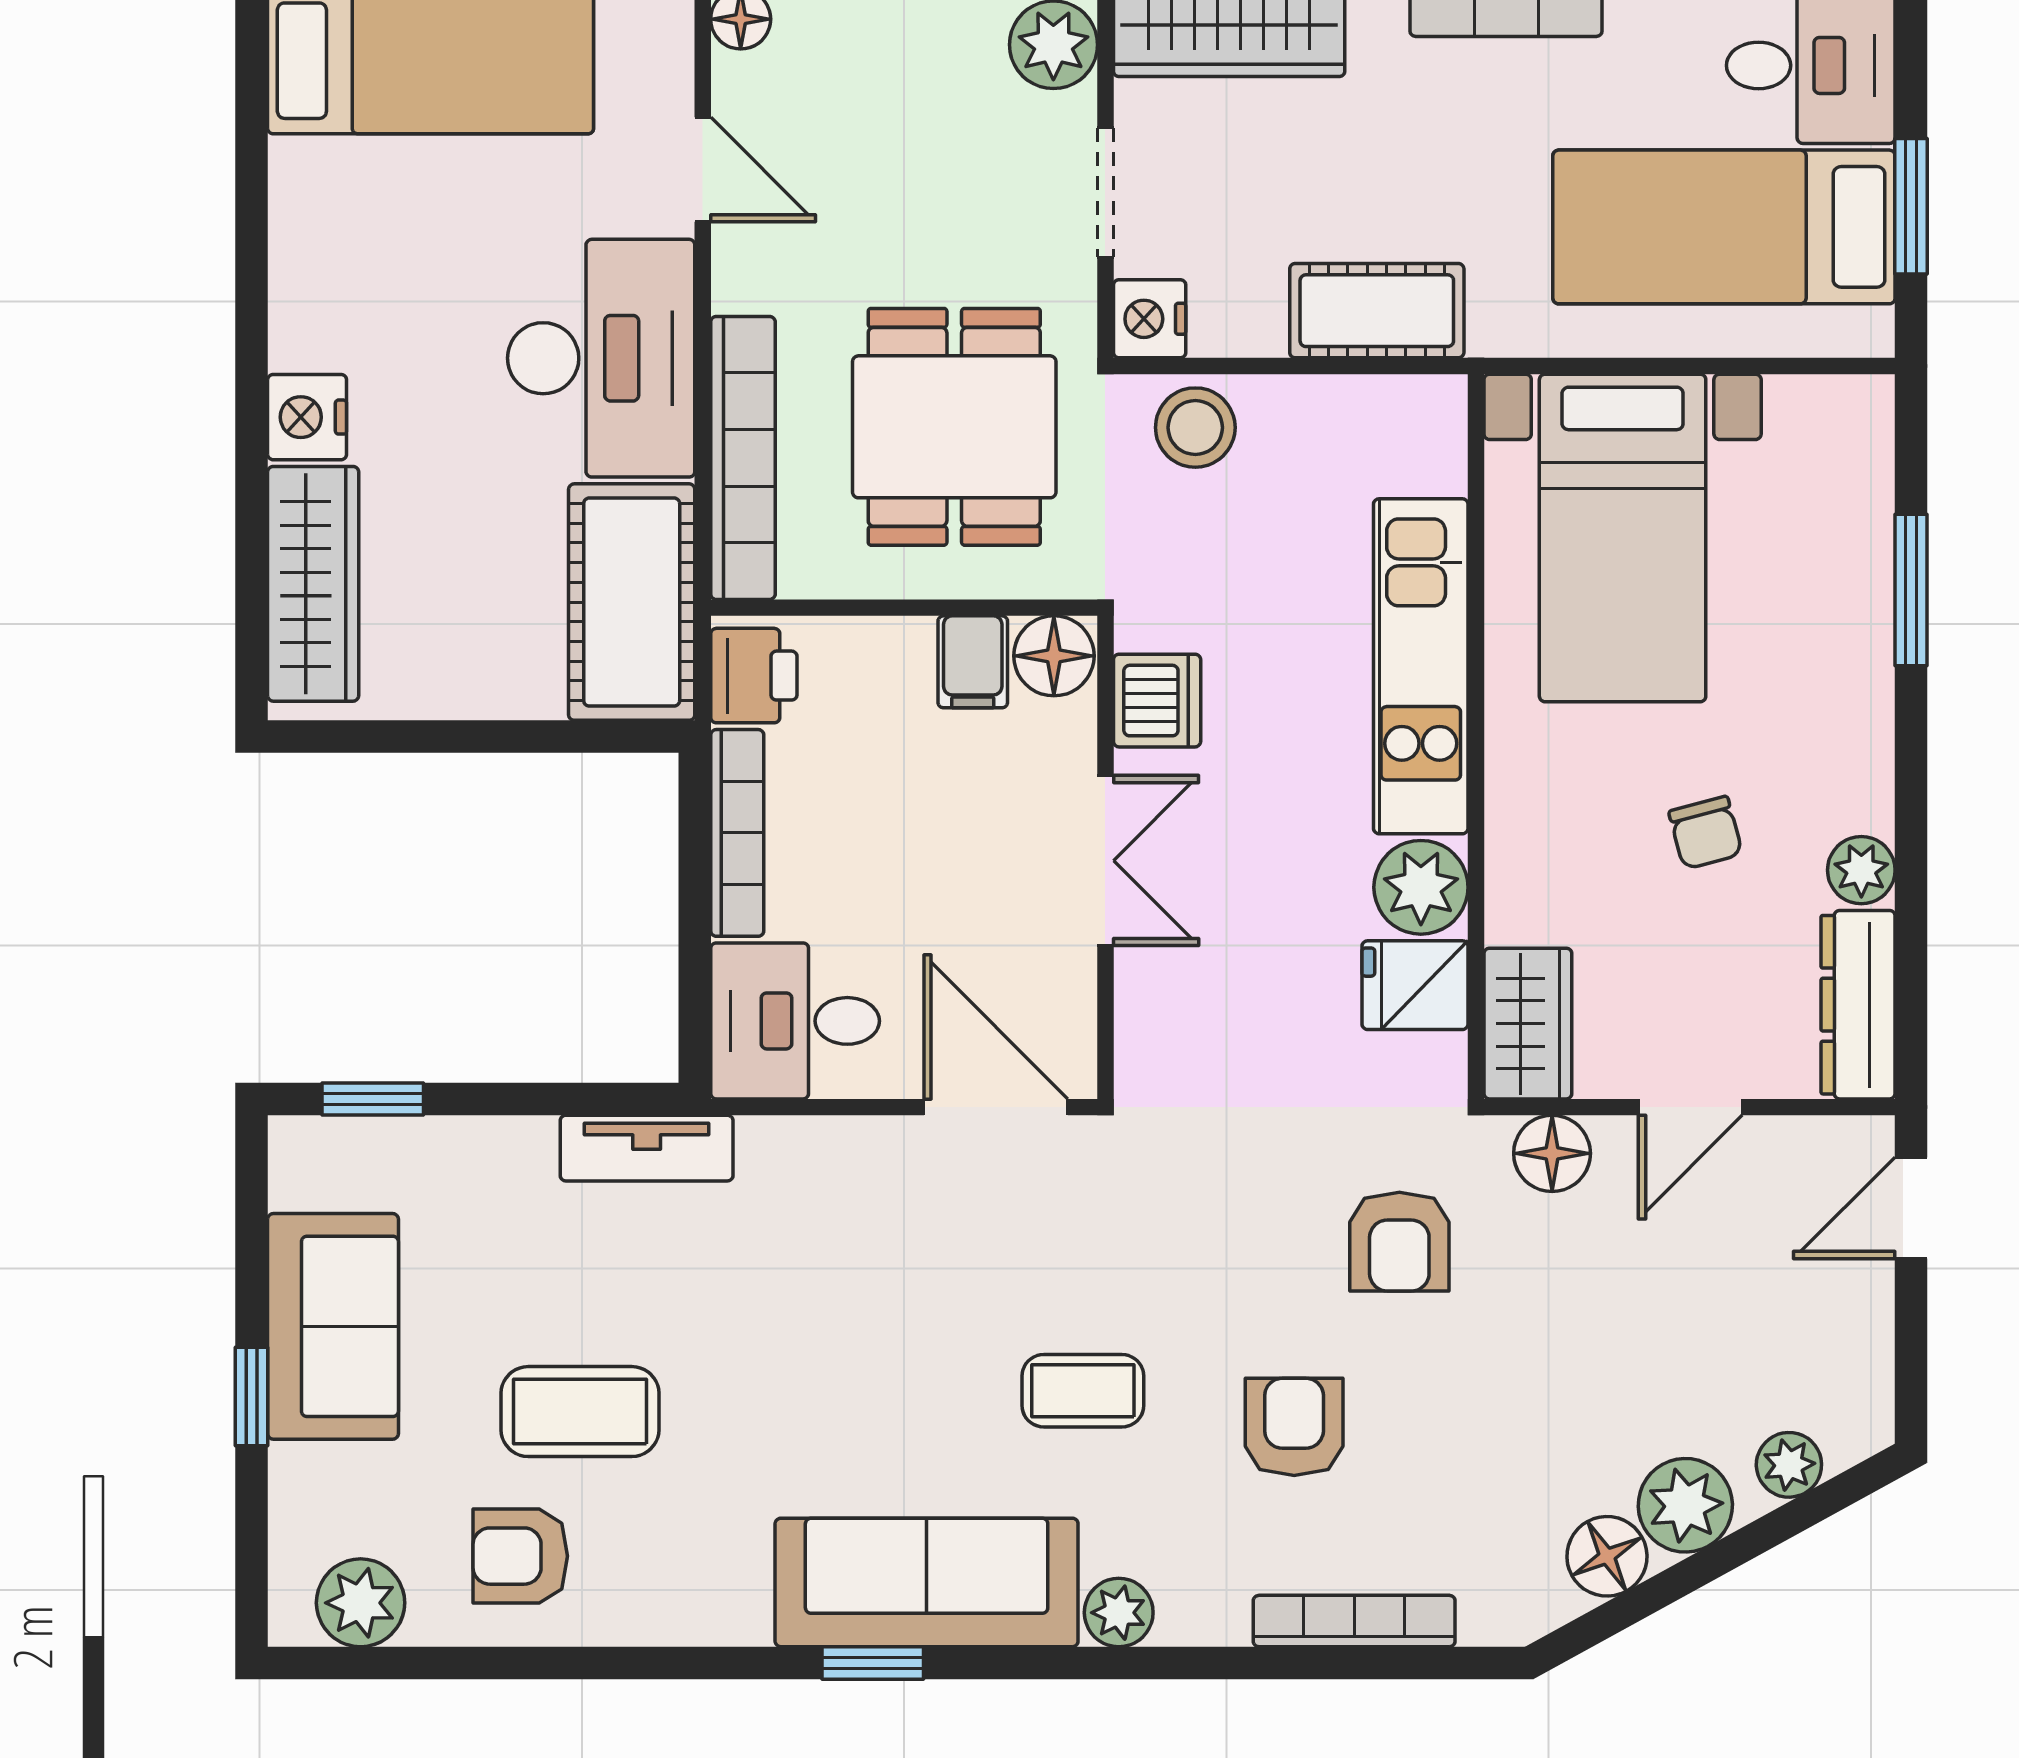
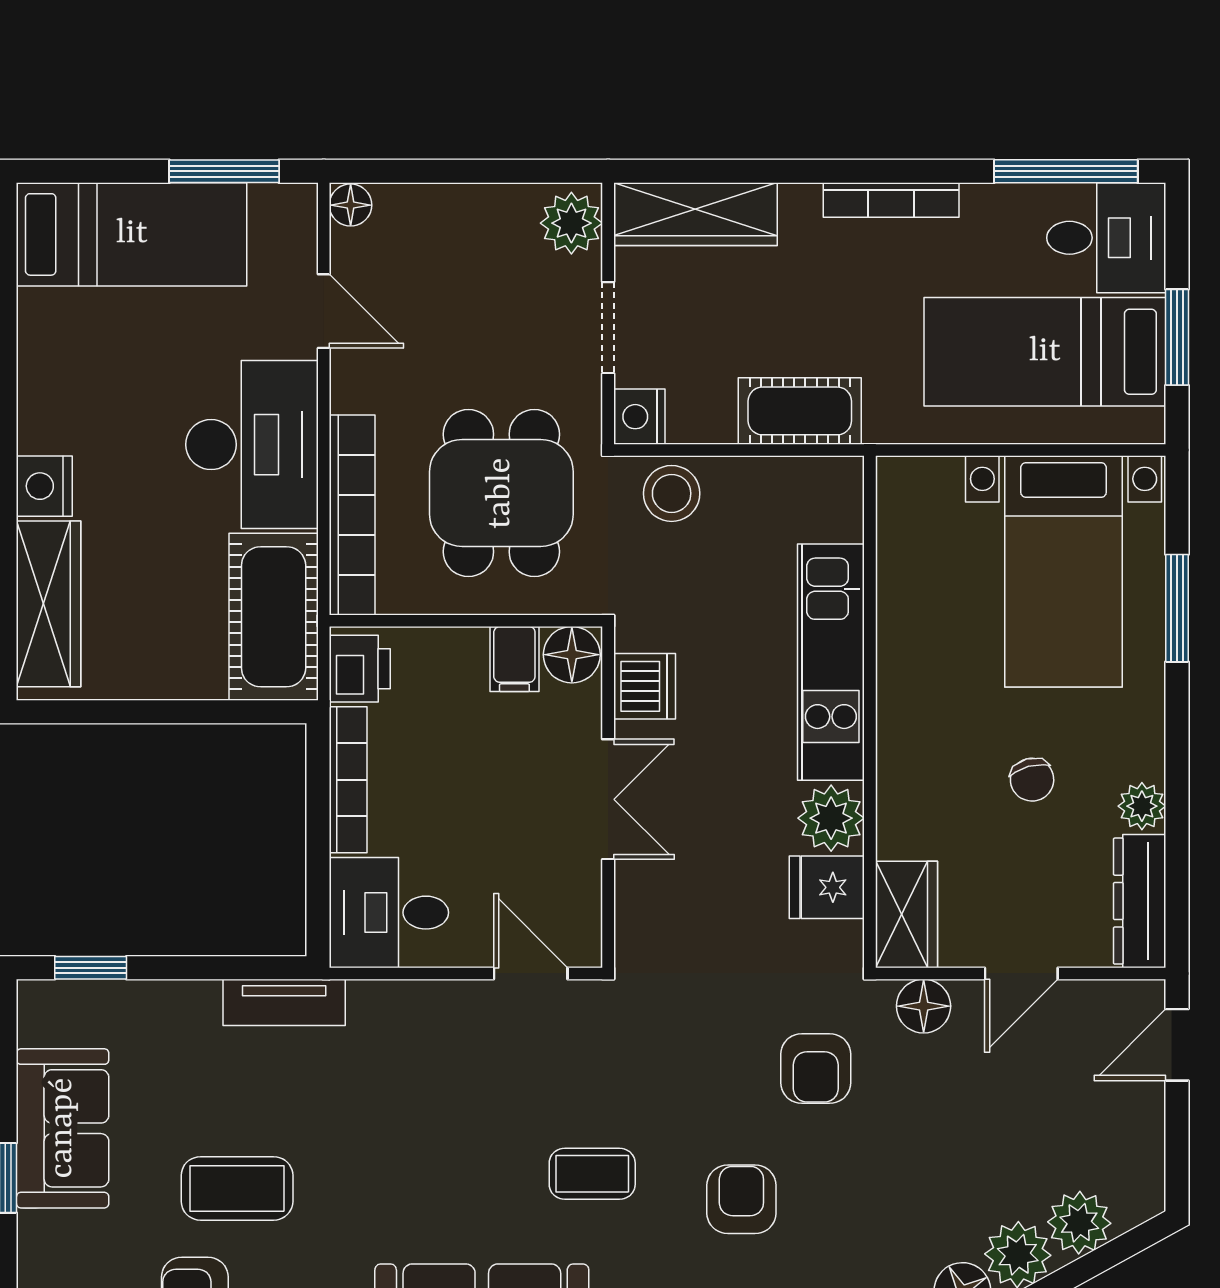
bed with nightstands: (1623, 538) -> (1064, 571), moved
door: (996, 1107) -> (531, 973), width x0.73
plant: (1789, 1465) -> (1079, 1223), width x1.38, depth x1.38

